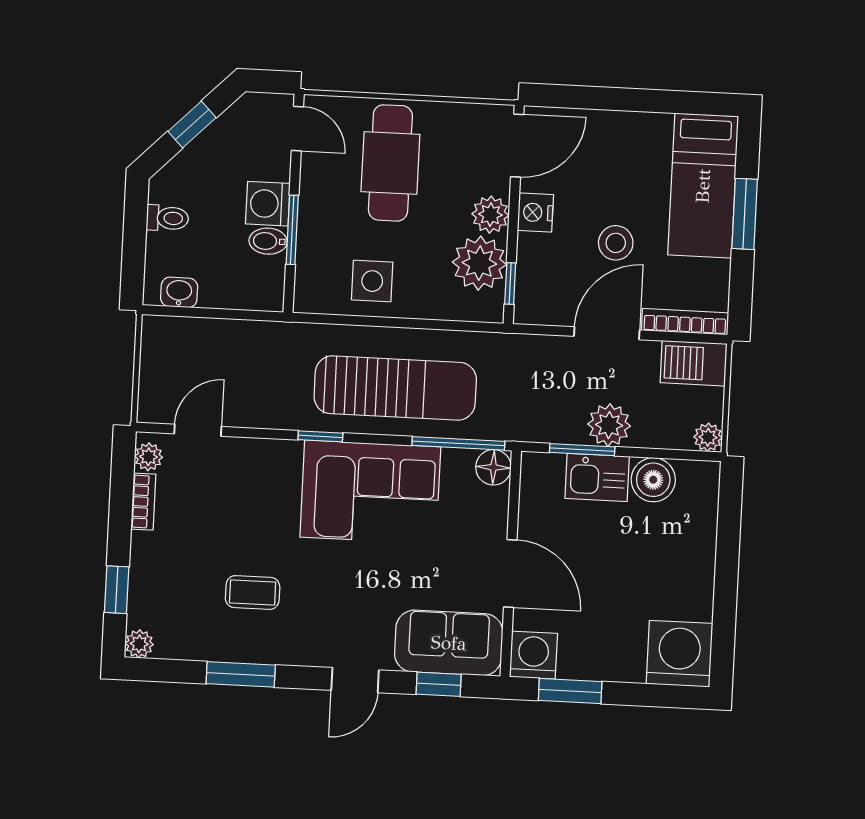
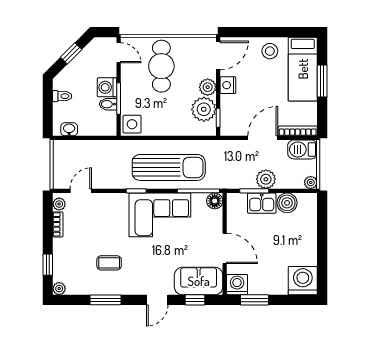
stool: (616, 243) -> (270, 51), moved
side table: (372, 281) -> (132, 124), moved

